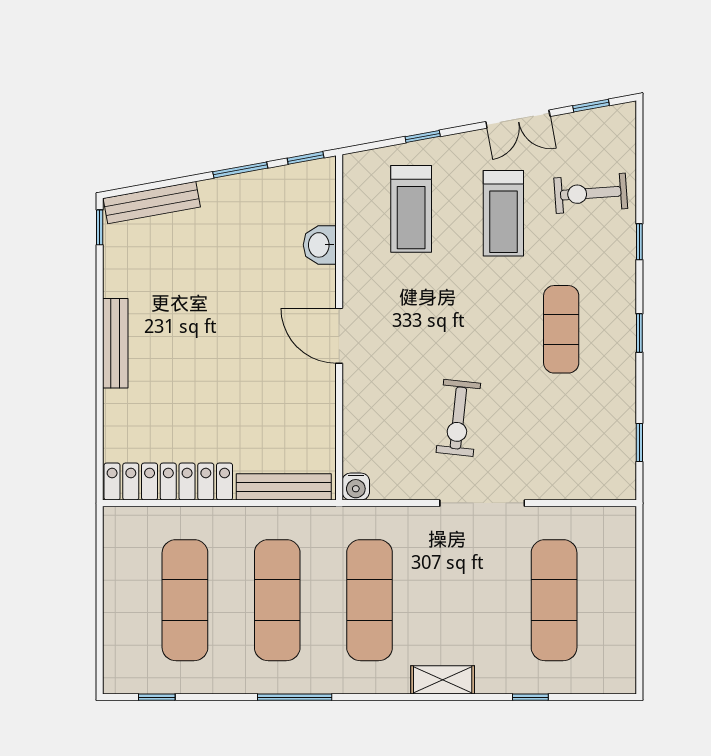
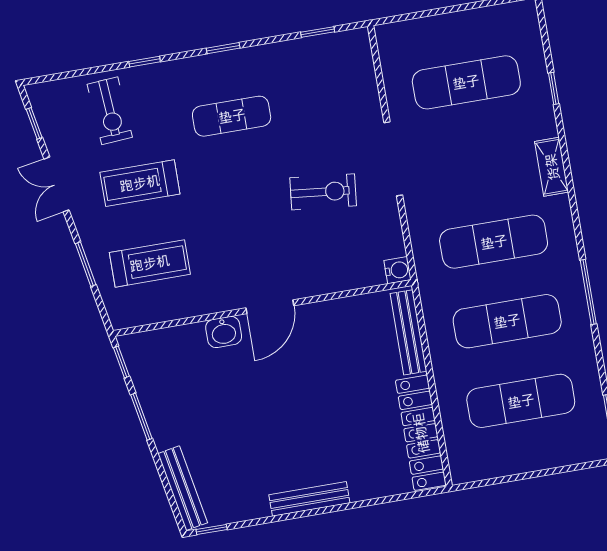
double door: (518, 119) -> (57, 184), swing flipped
window: (423, 137) -> (86, 264), width x1.50
treadmill: (503, 213) -> (140, 183), turned 180
washbasin: (320, 245) -> (224, 332), moved

